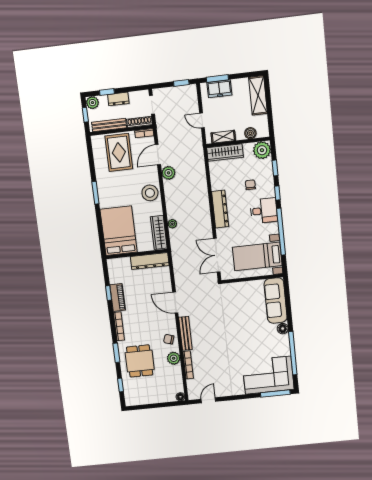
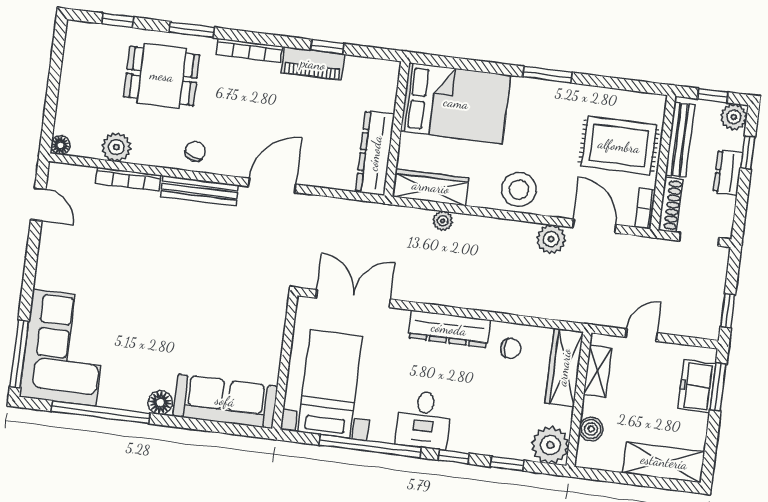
chair: (250, 185) -> (511, 348), moved
plant: (174, 358) -> (116, 147), moved

